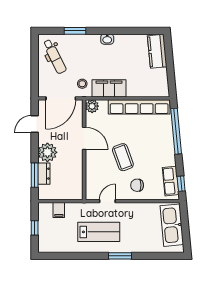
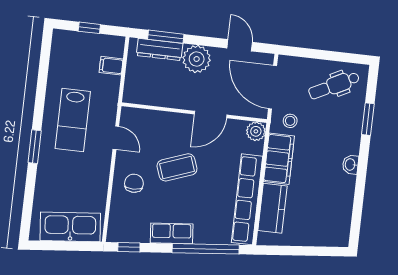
kitchen counter: (157, 51) -> (272, 208), moved, turned 95
dresser: (44, 174) -> (160, 49), width x1.44
row of seats: (171, 181) -> (172, 233), moved

